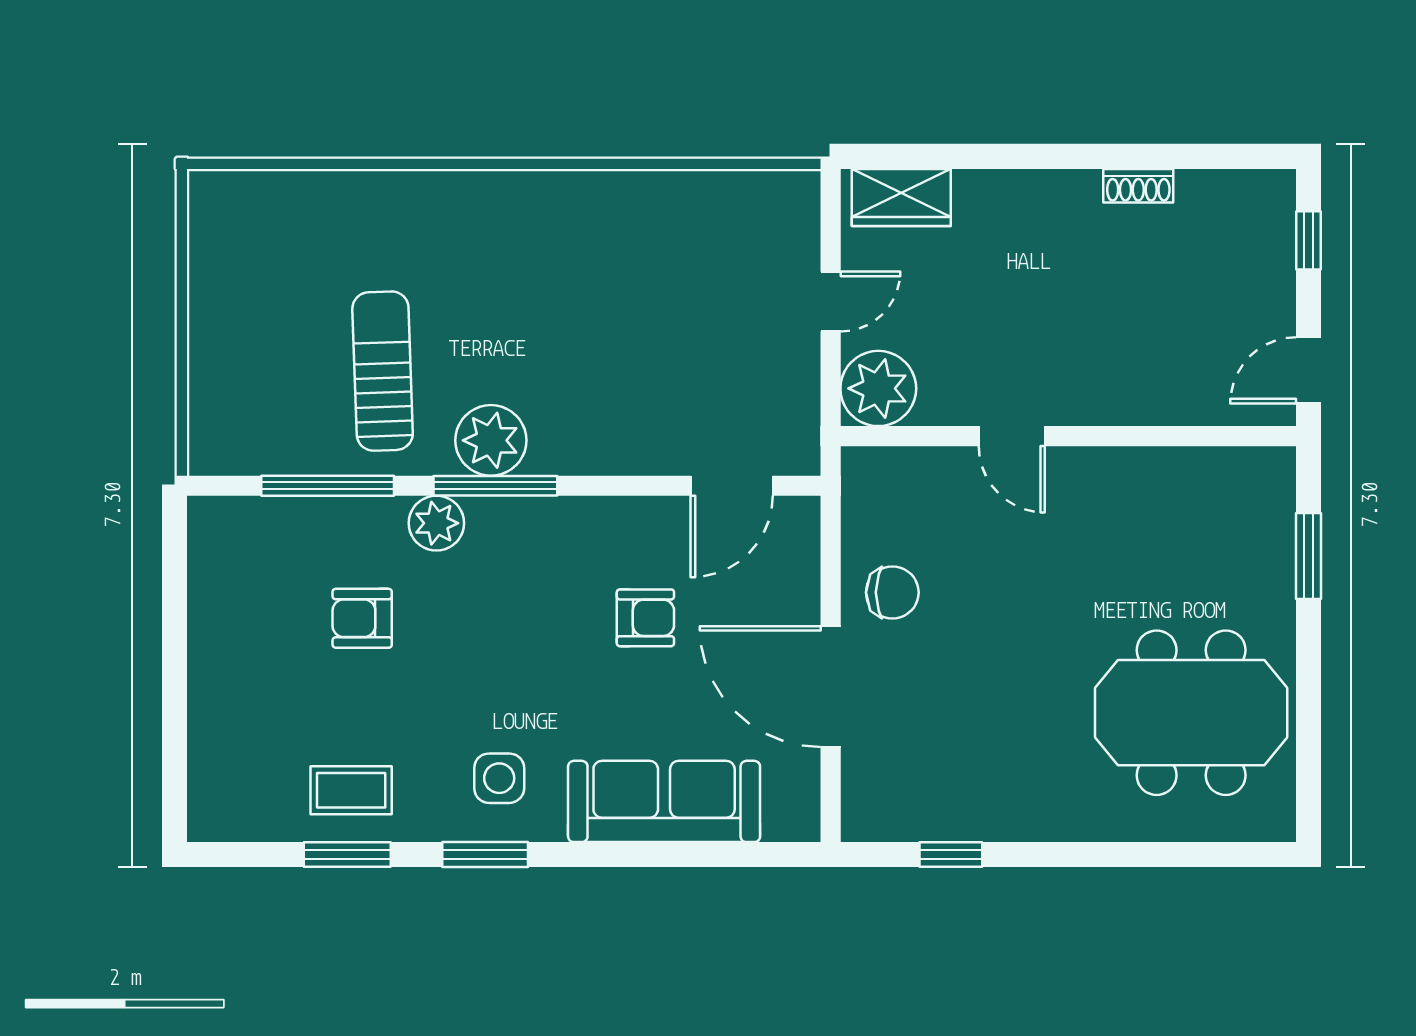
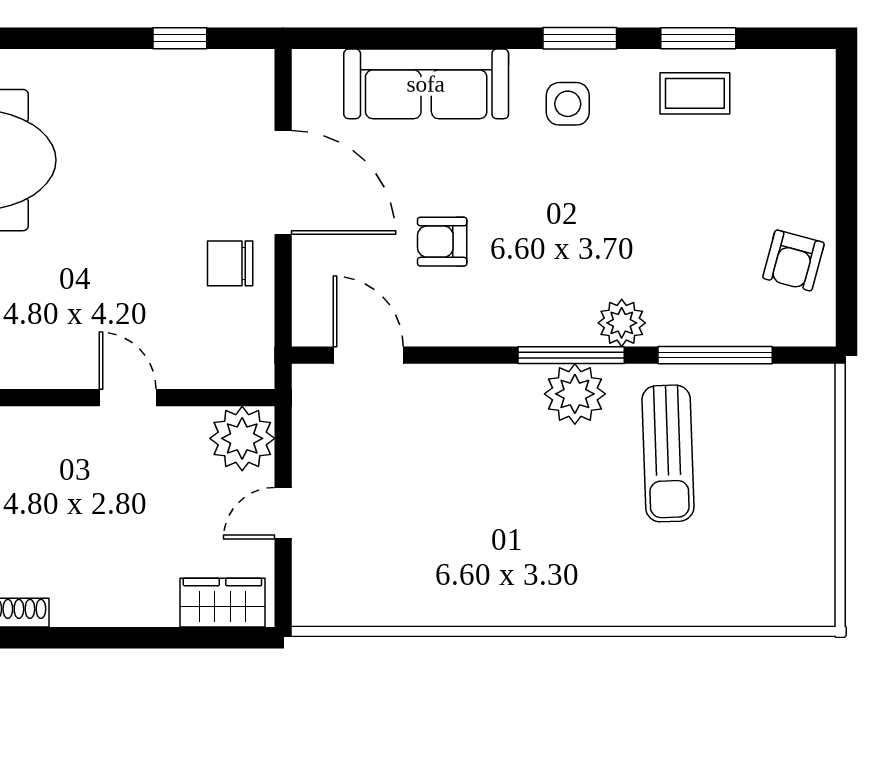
door: (732, 486) -> (368, 355), hinge flipped
armchair: (362, 618) -> (793, 260), moved, turned 105

